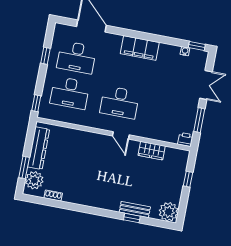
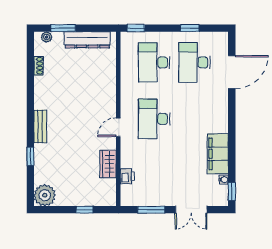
filing cabinet: (140, 48) -> (218, 154), moved
printer: (185, 140) -> (127, 176), moved
plant: (34, 180) -> (47, 37), width x0.53, depth x0.53
bench: (135, 210) -> (40, 126), moved

